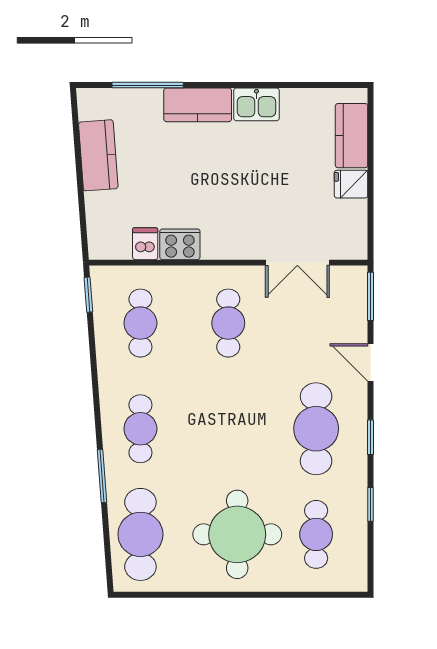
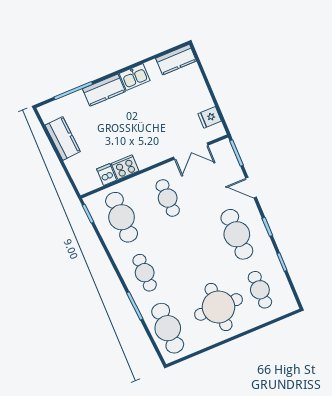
kitchen counter: (352, 136) -> (176, 60), moved, turned -90
fridge: (351, 184) -> (210, 117), moved
cafe table: (140, 323) -> (122, 217), width x1.37, depth x1.35

